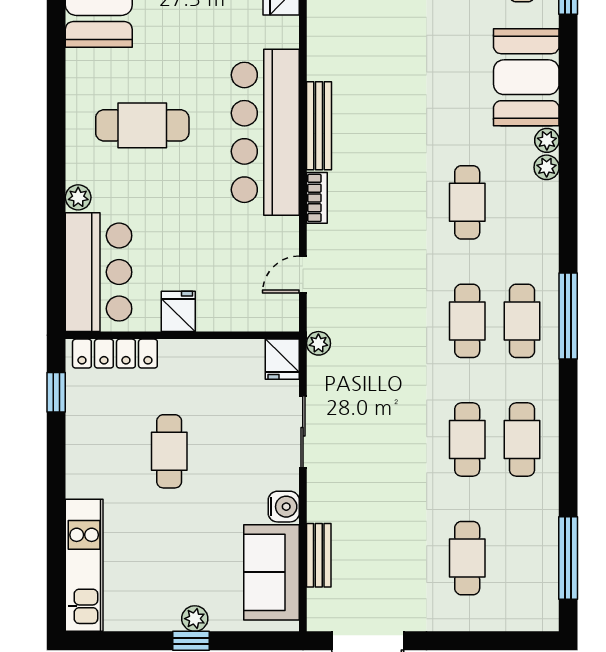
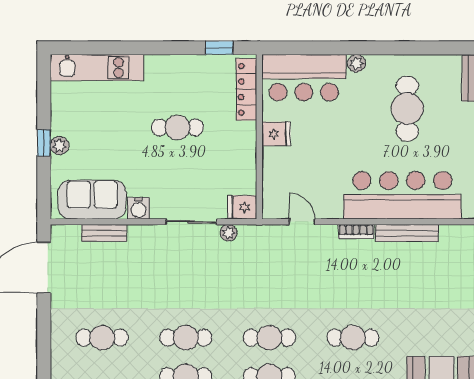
plant: (318, 343) -> (228, 233), moved

